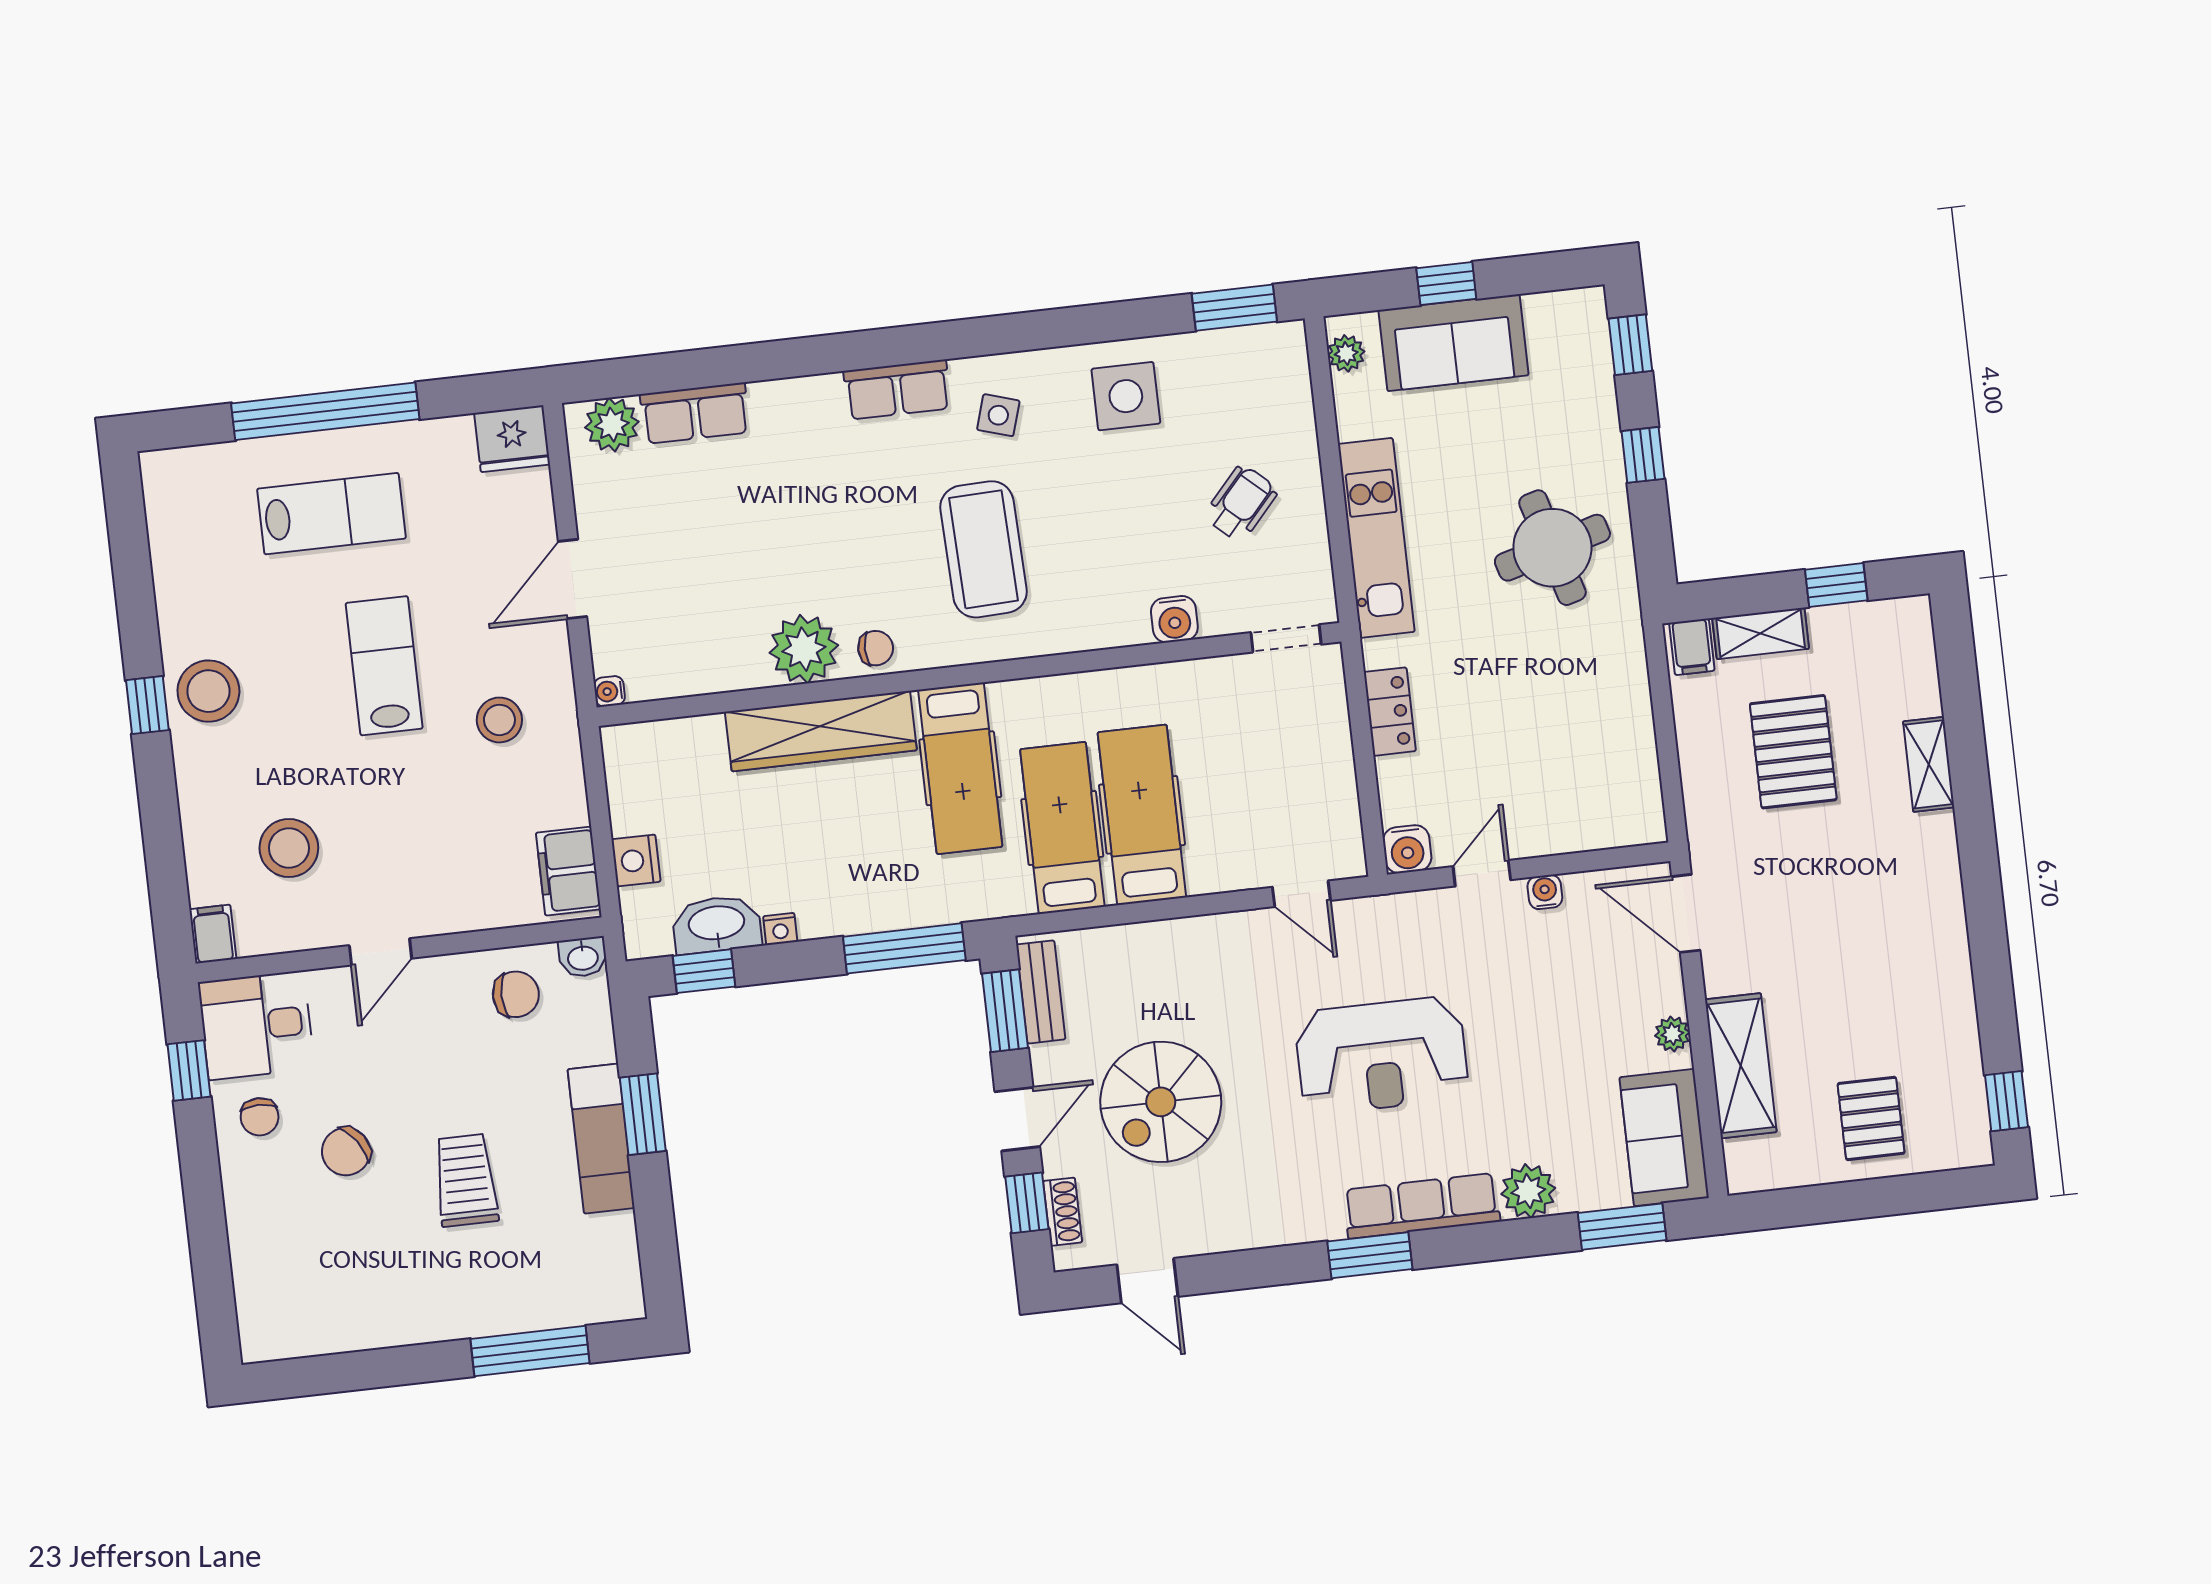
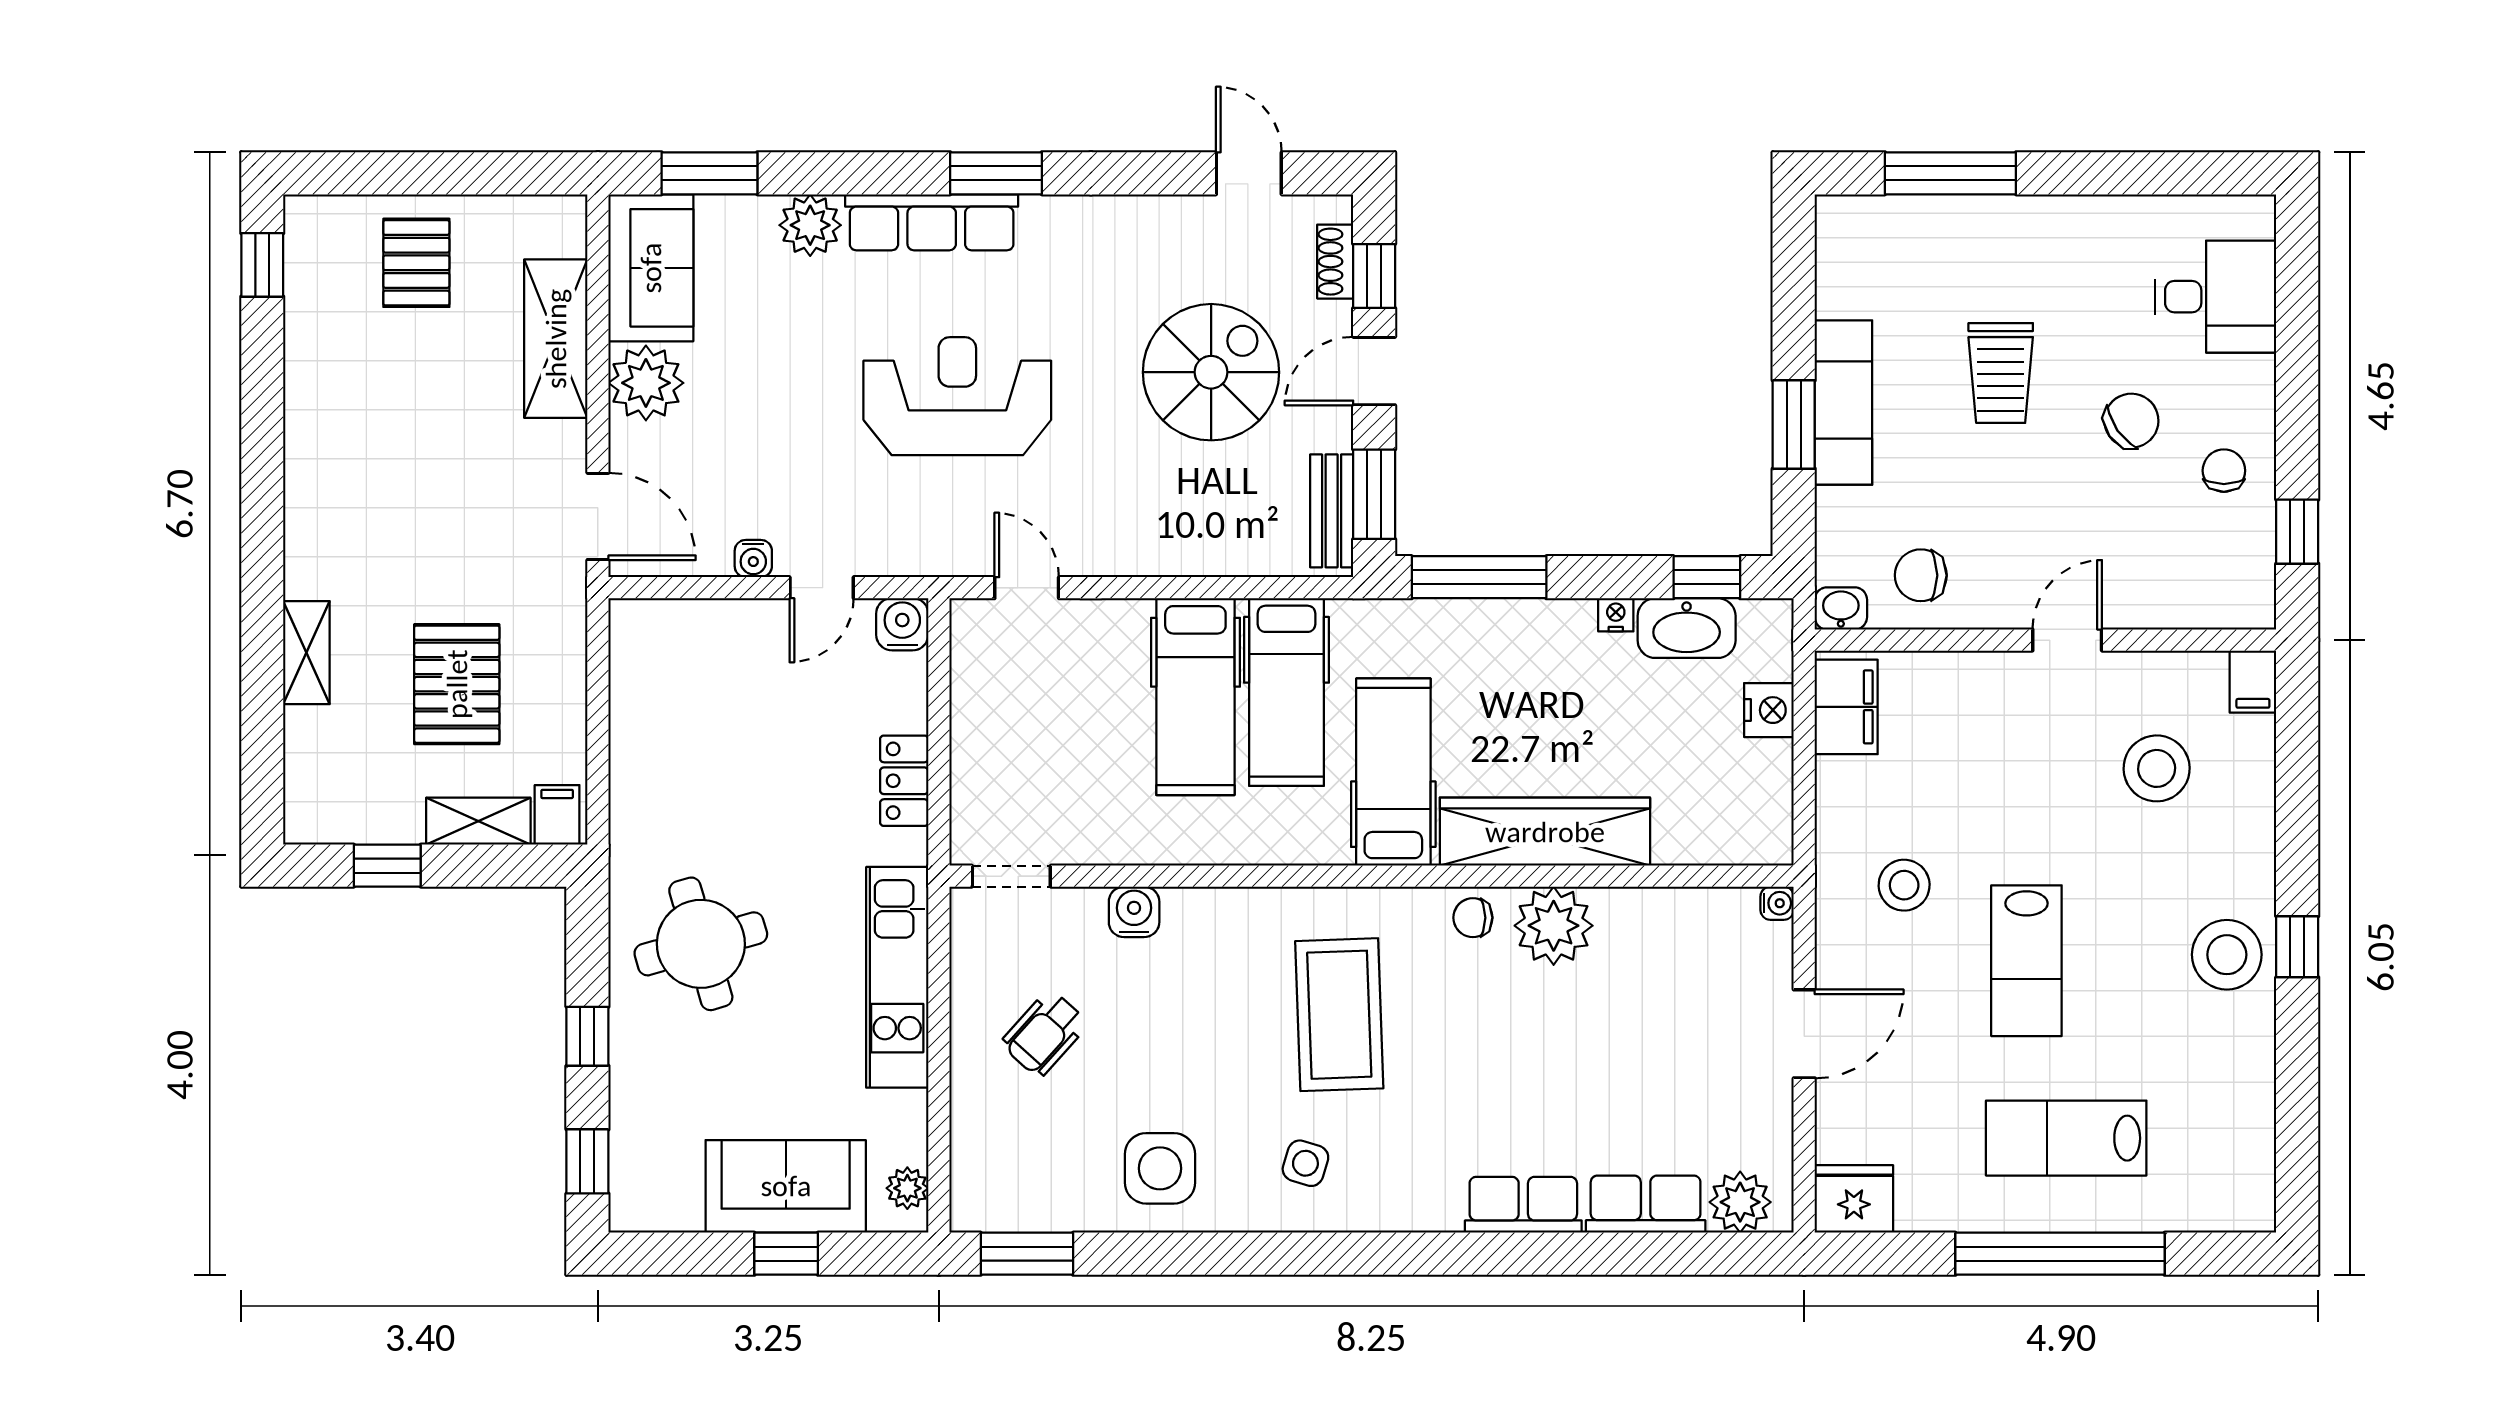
row of seats: (897, 390) -> (1523, 1205), moved
desk: (256, 1025) -> (2216, 297), moved
plant: (1672, 1034) -> (646, 383), width x1.87, depth x1.87

